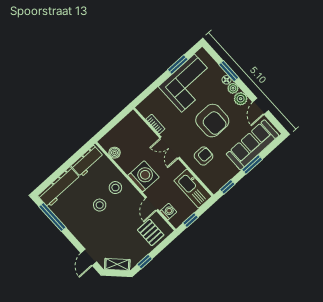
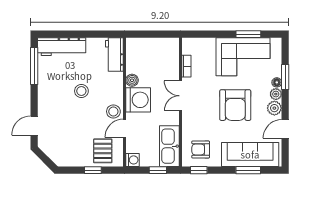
boiler: (115, 153) -> (132, 80), moved
armchair: (204, 156) -> (201, 149), moved, turned 180
workbench: (87, 161) -> (114, 54), moved, turned 90
window: (252, 164) -> (248, 170), moved
stool: (115, 188) -> (113, 111), moved
washing machine: (168, 212) -> (133, 160), moved
window: (190, 220) -> (158, 170), moved
window: (145, 262) -> (93, 170), moved
shelving: (117, 264) -> (52, 152), removed

